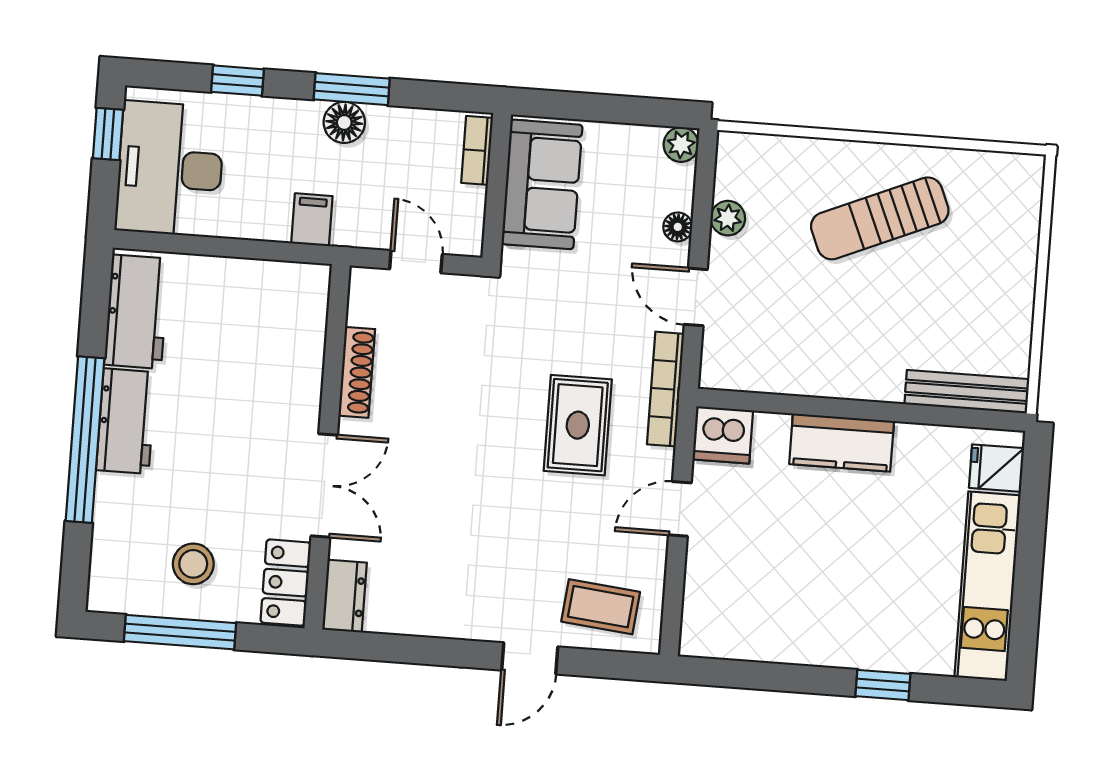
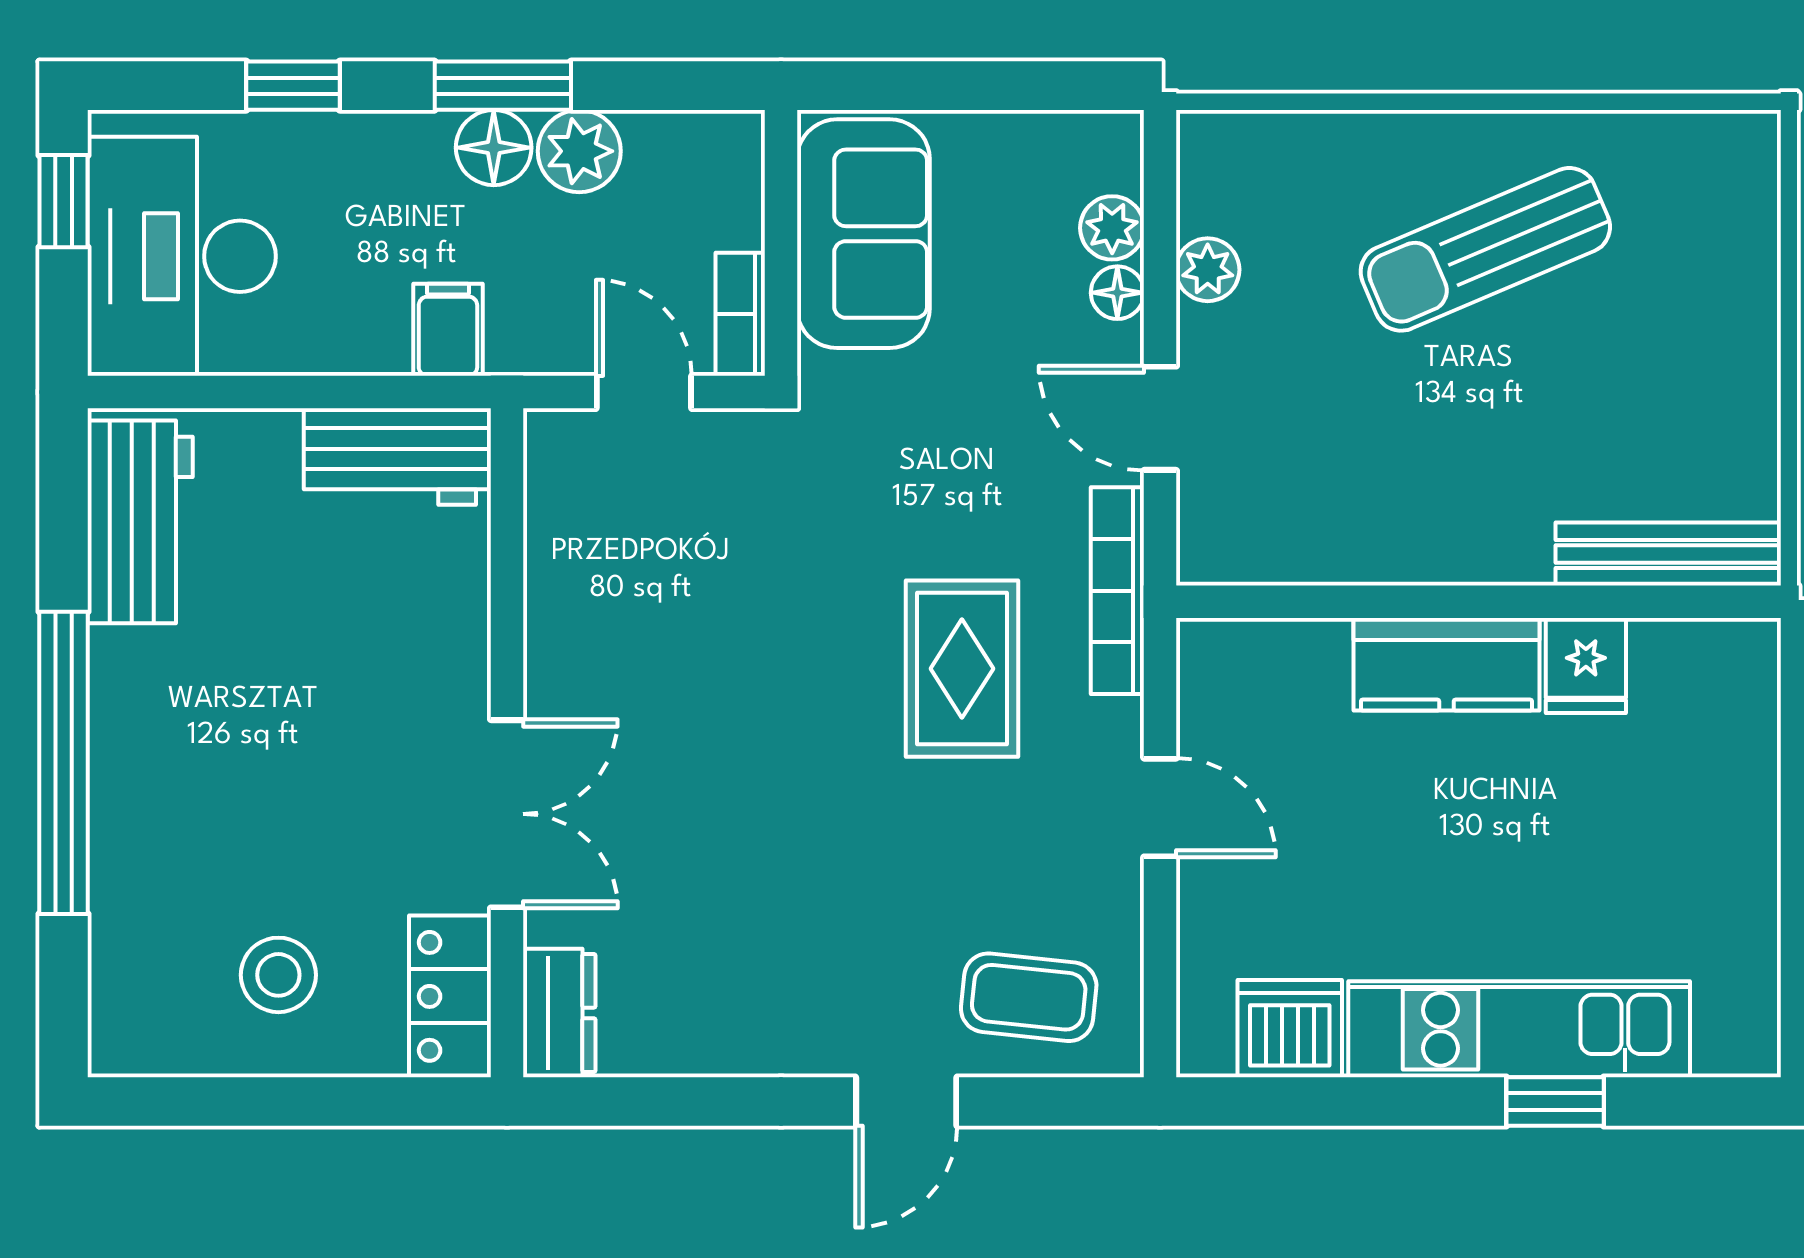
plant: (391, 128) -> (579, 151), added
plant: (681, 145) -> (1112, 228), moved
bookcase: (477, 150) -> (740, 314), moved
shoe rack: (357, 372) -> (551, 602), removed
workbench: (126, 421) -> (397, 456), moved, turned 90
dishwasher: (723, 435) -> (1290, 1029), moved, turned 180
fridge: (997, 468) -> (1586, 666), moved, turned -90
door: (680, 509) -> (1160, 808), swing flipped
kitchen unit: (987, 586) -> (1519, 1029), moved, turned 90
window: (180, 632) -> (264, 1102), removed

